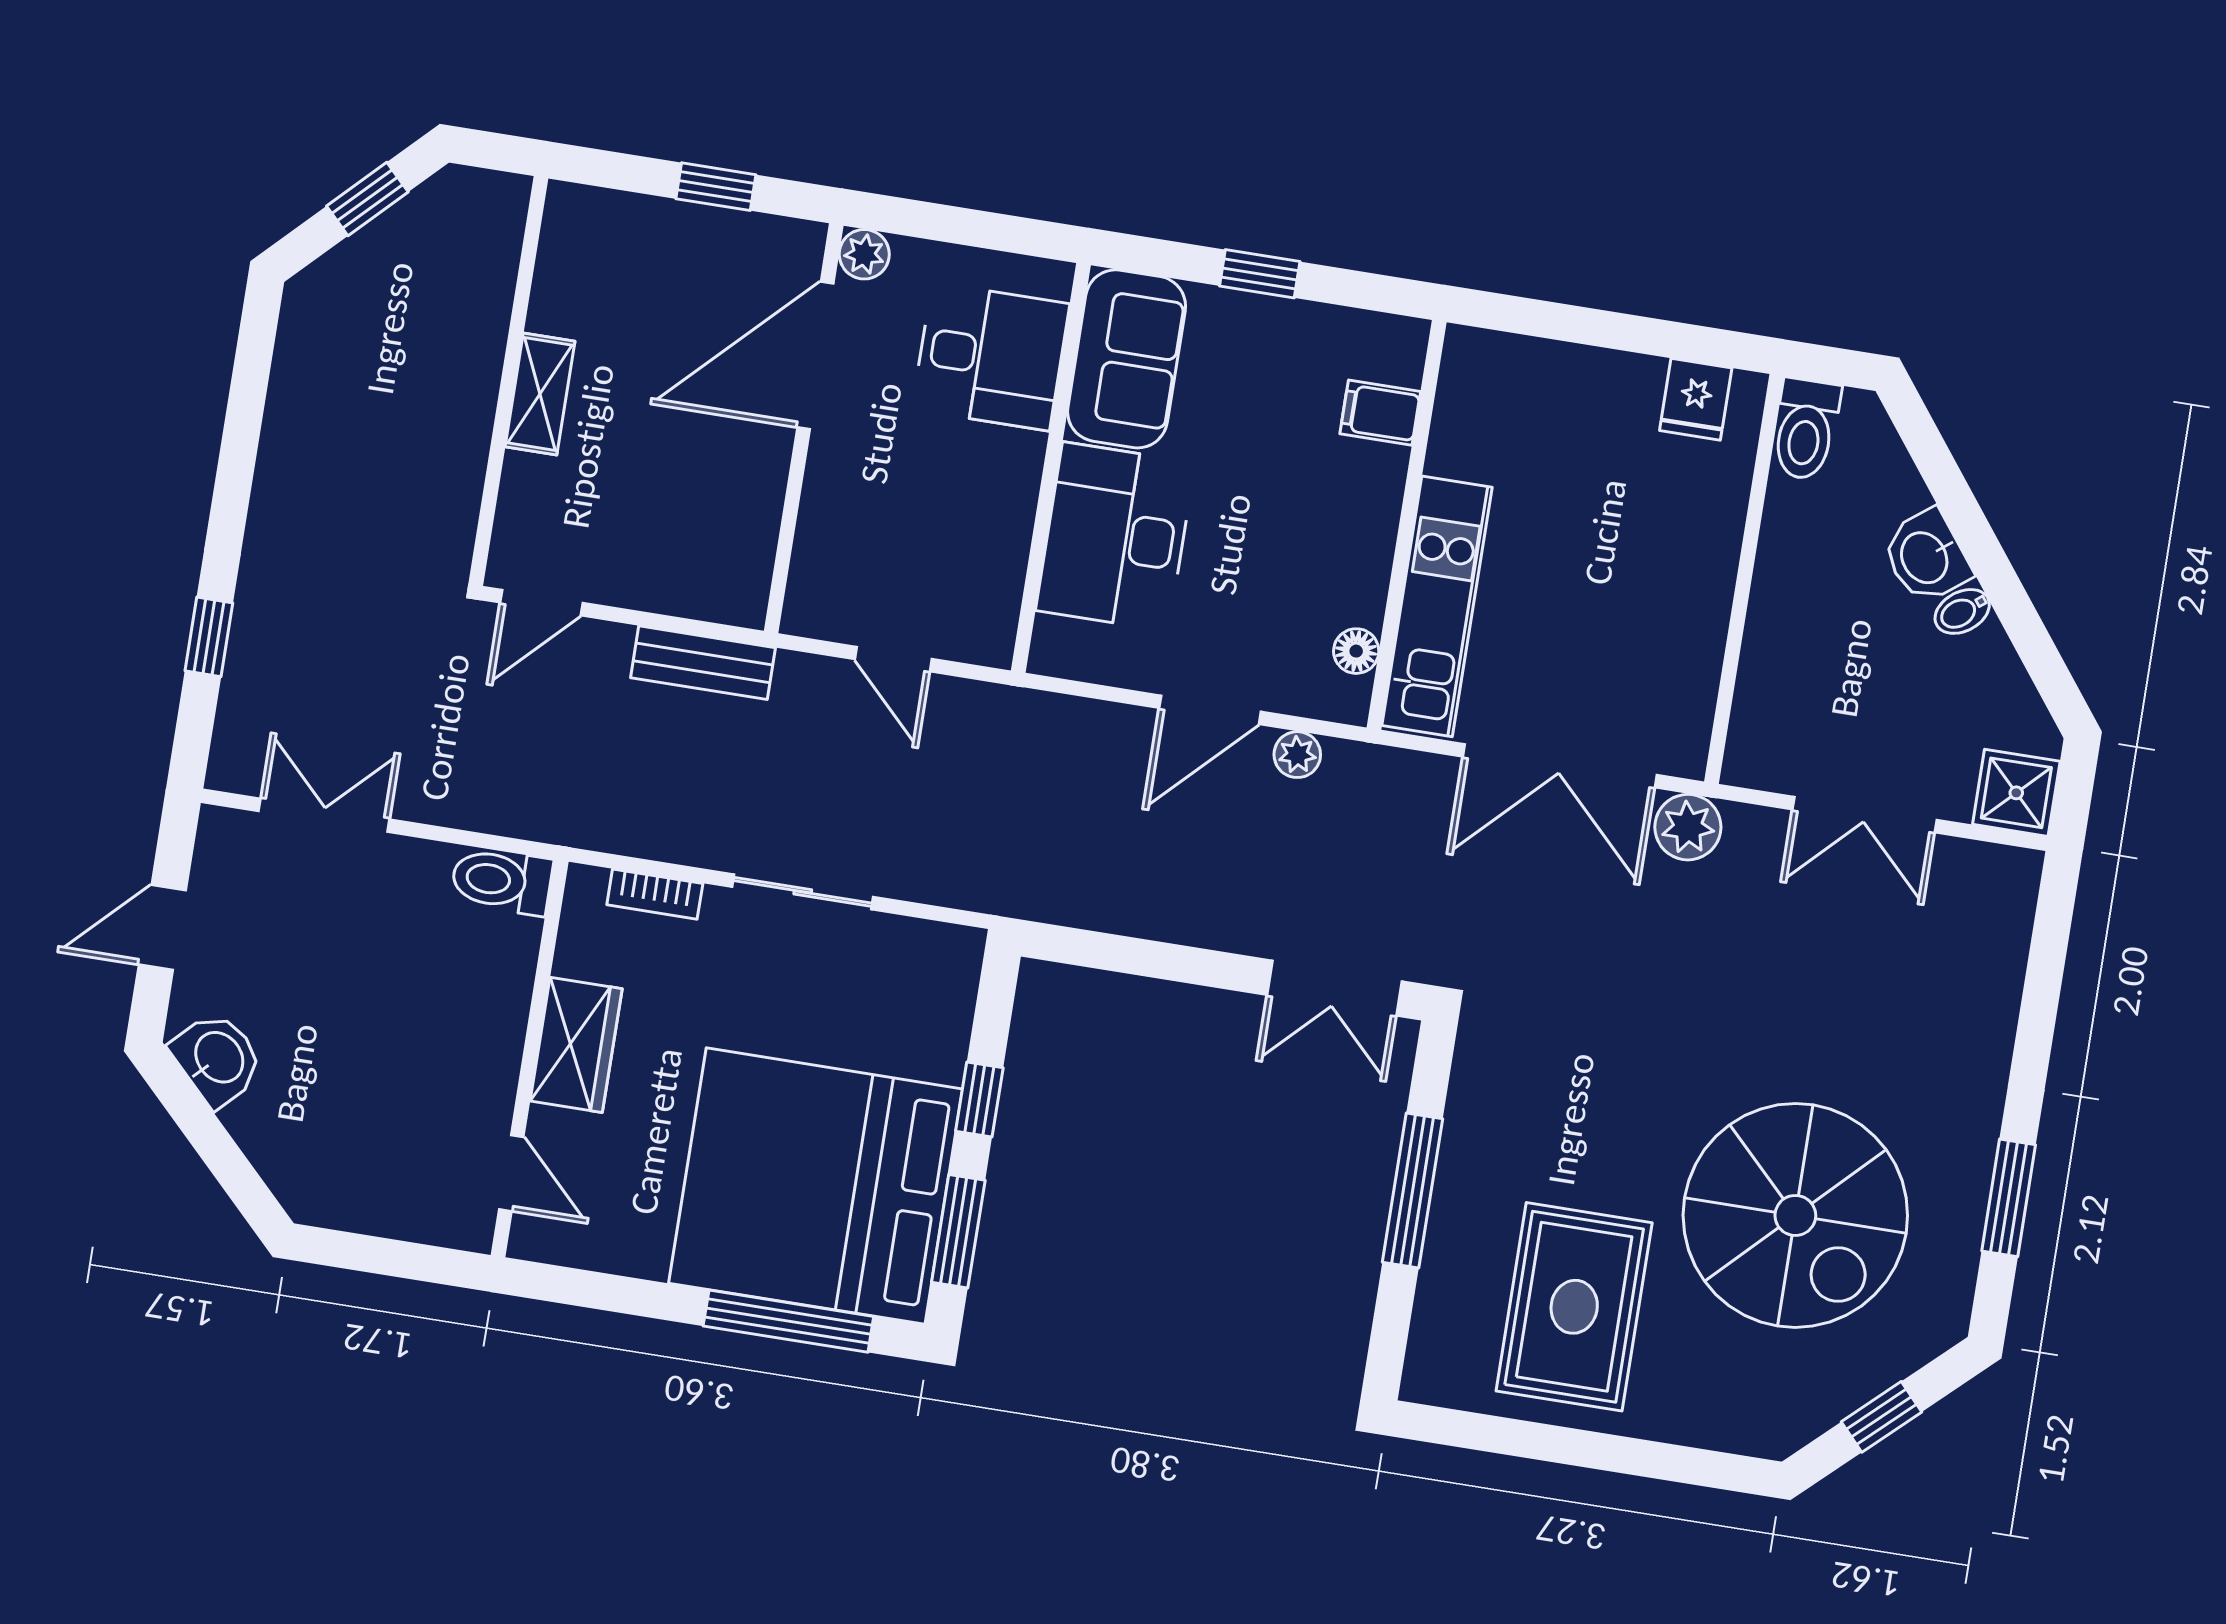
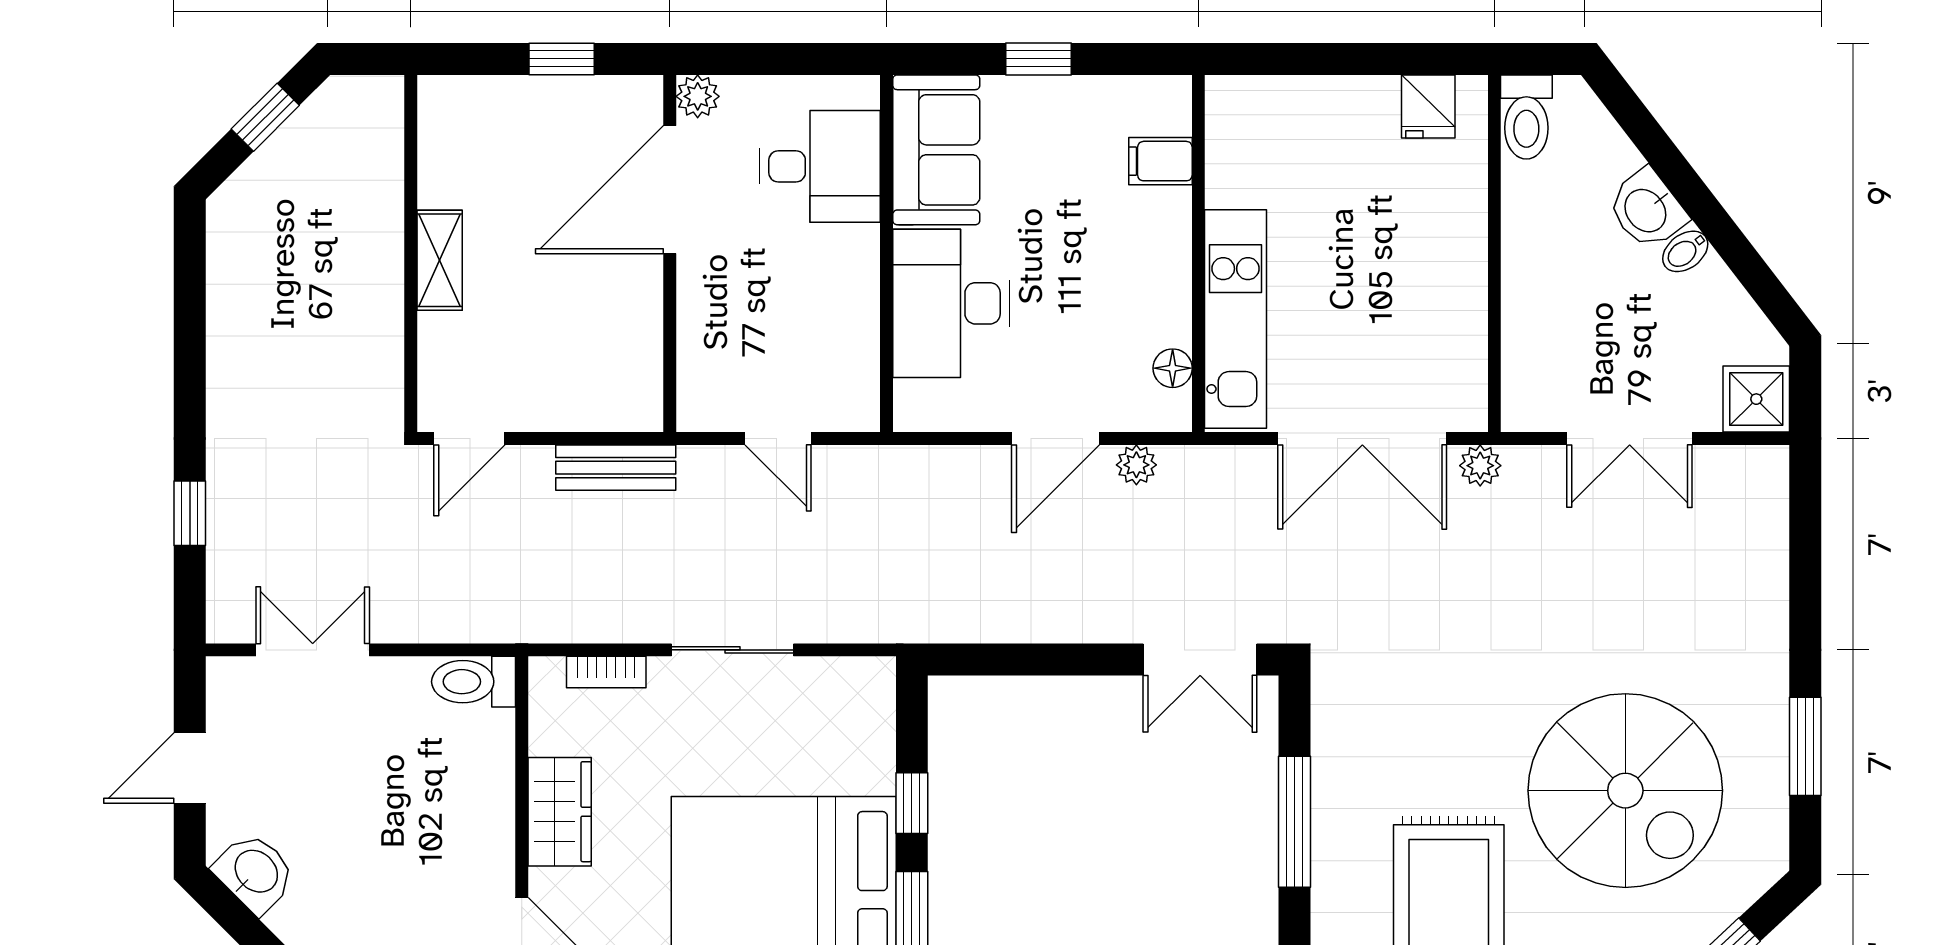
plant: (1688, 827) -> (1480, 466), width x0.73, depth x0.73

